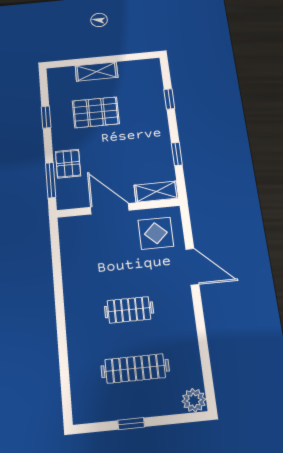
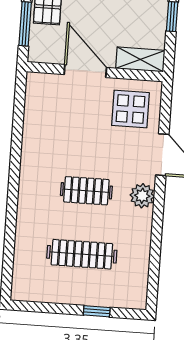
plant: (194, 400) -> (142, 196), moved
window: (131, 424) -> (97, 311), moved

